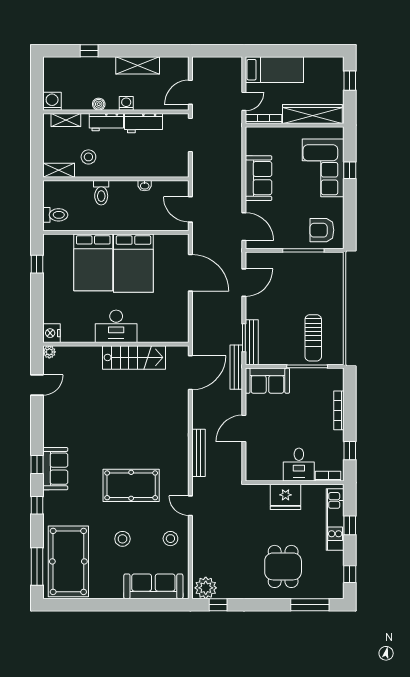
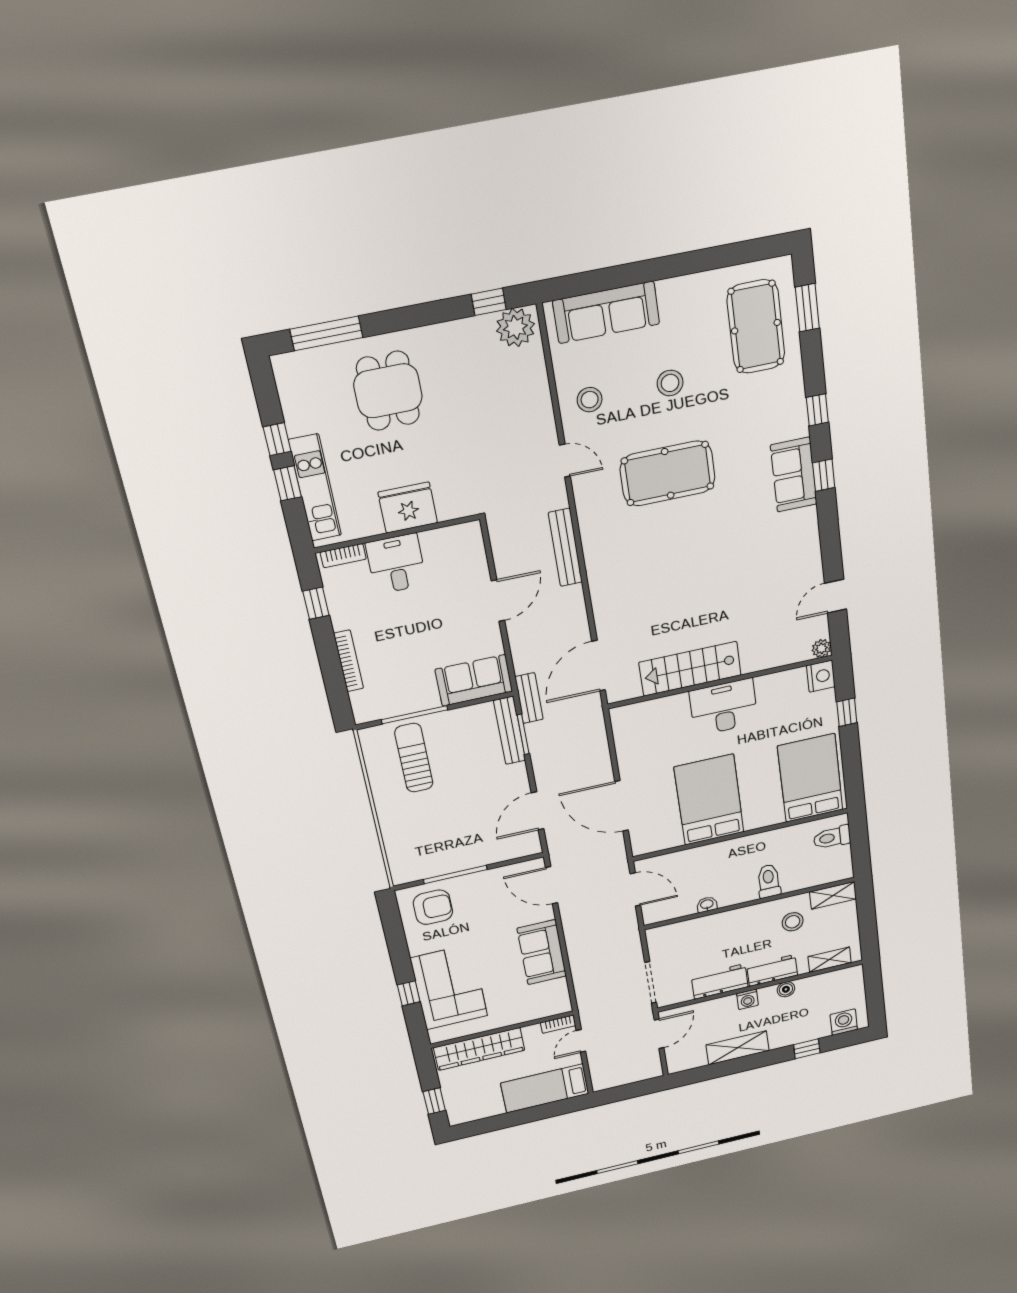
washing machine: (52, 101) -> (844, 1022), moved, turned 180
bookcase: (263, 119) -> (558, 1024), width x0.64
bed: (93, 262) -> (810, 778), moved
window: (37, 264) -> (847, 712), moved
bench: (236, 367) -> (529, 698), width x0.73
pool table: (68, 561) -> (756, 327), width x0.73, depth x0.76
window: (37, 567) -> (807, 308), width x0.69
window: (350, 574) -> (277, 439), moved

